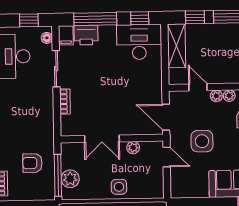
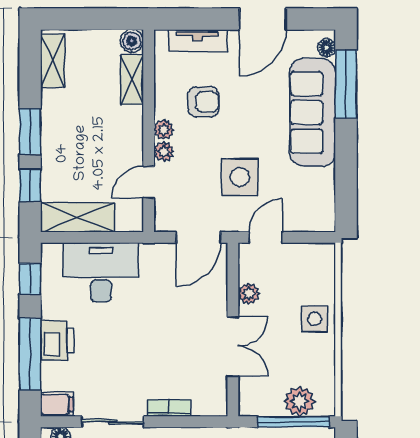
printer: (86, 35) -> (57, 340), moved
desk: (139, 42) -> (101, 272), moved, turned 90

